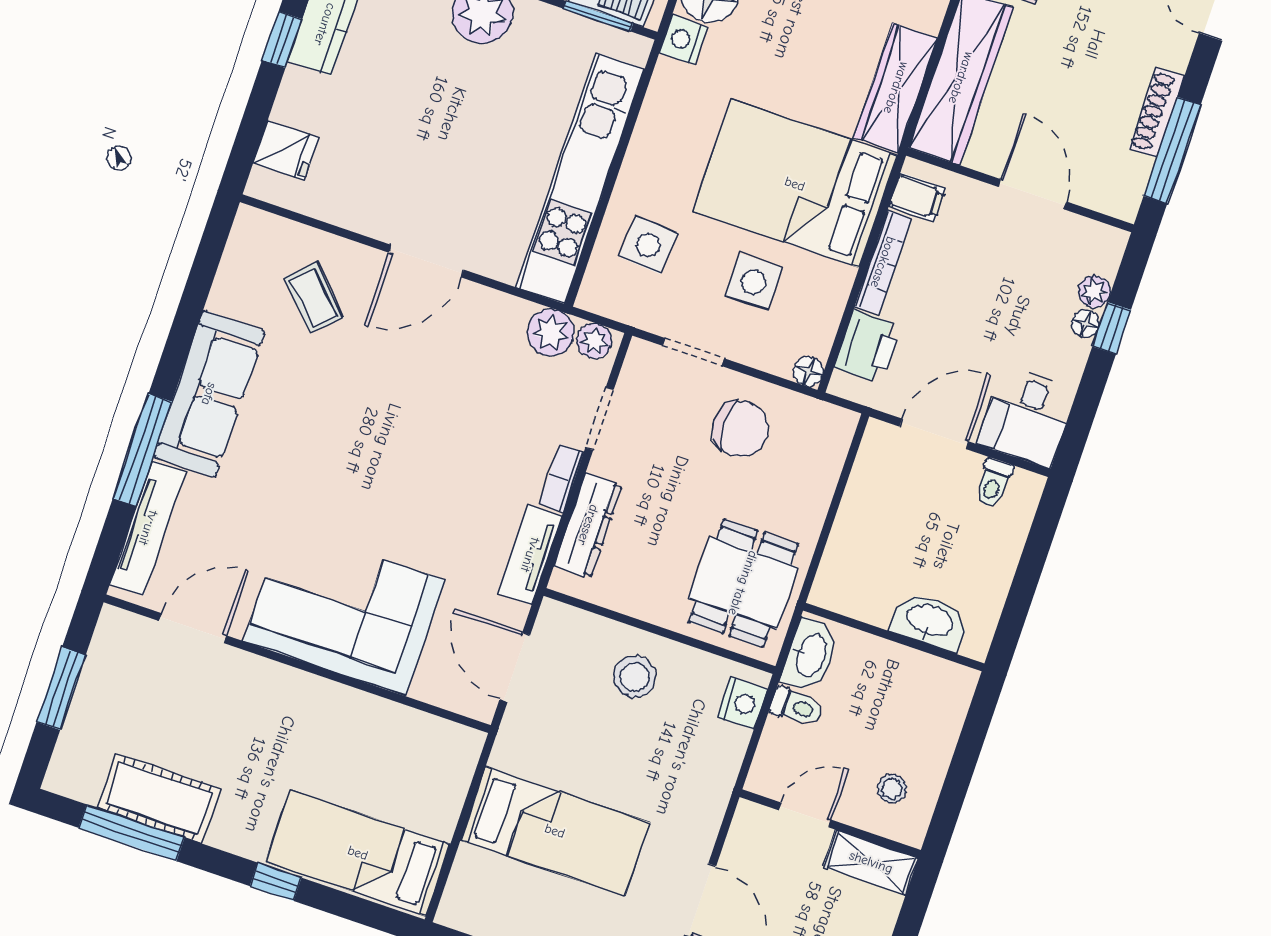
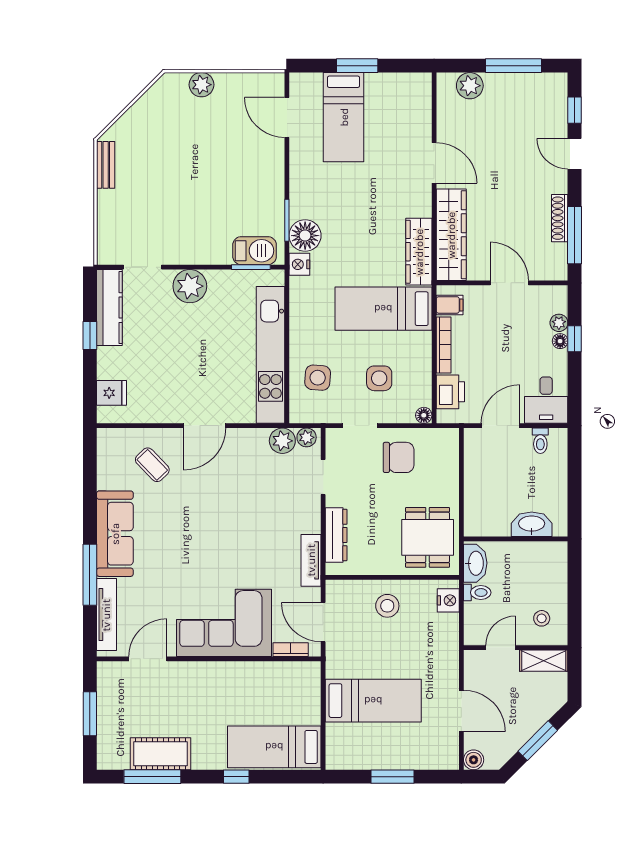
bed: (795, 184) -> (383, 309), width x0.67
bookcase: (561, 478) -> (291, 650), moved, turned 90

